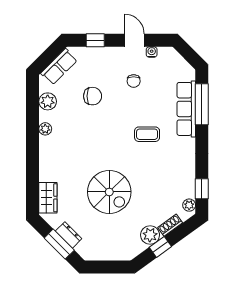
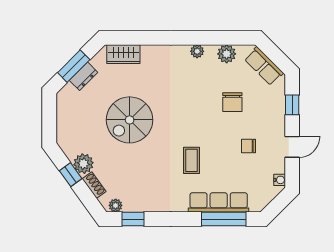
water cooler: (152, 52) -> (280, 180), moved

